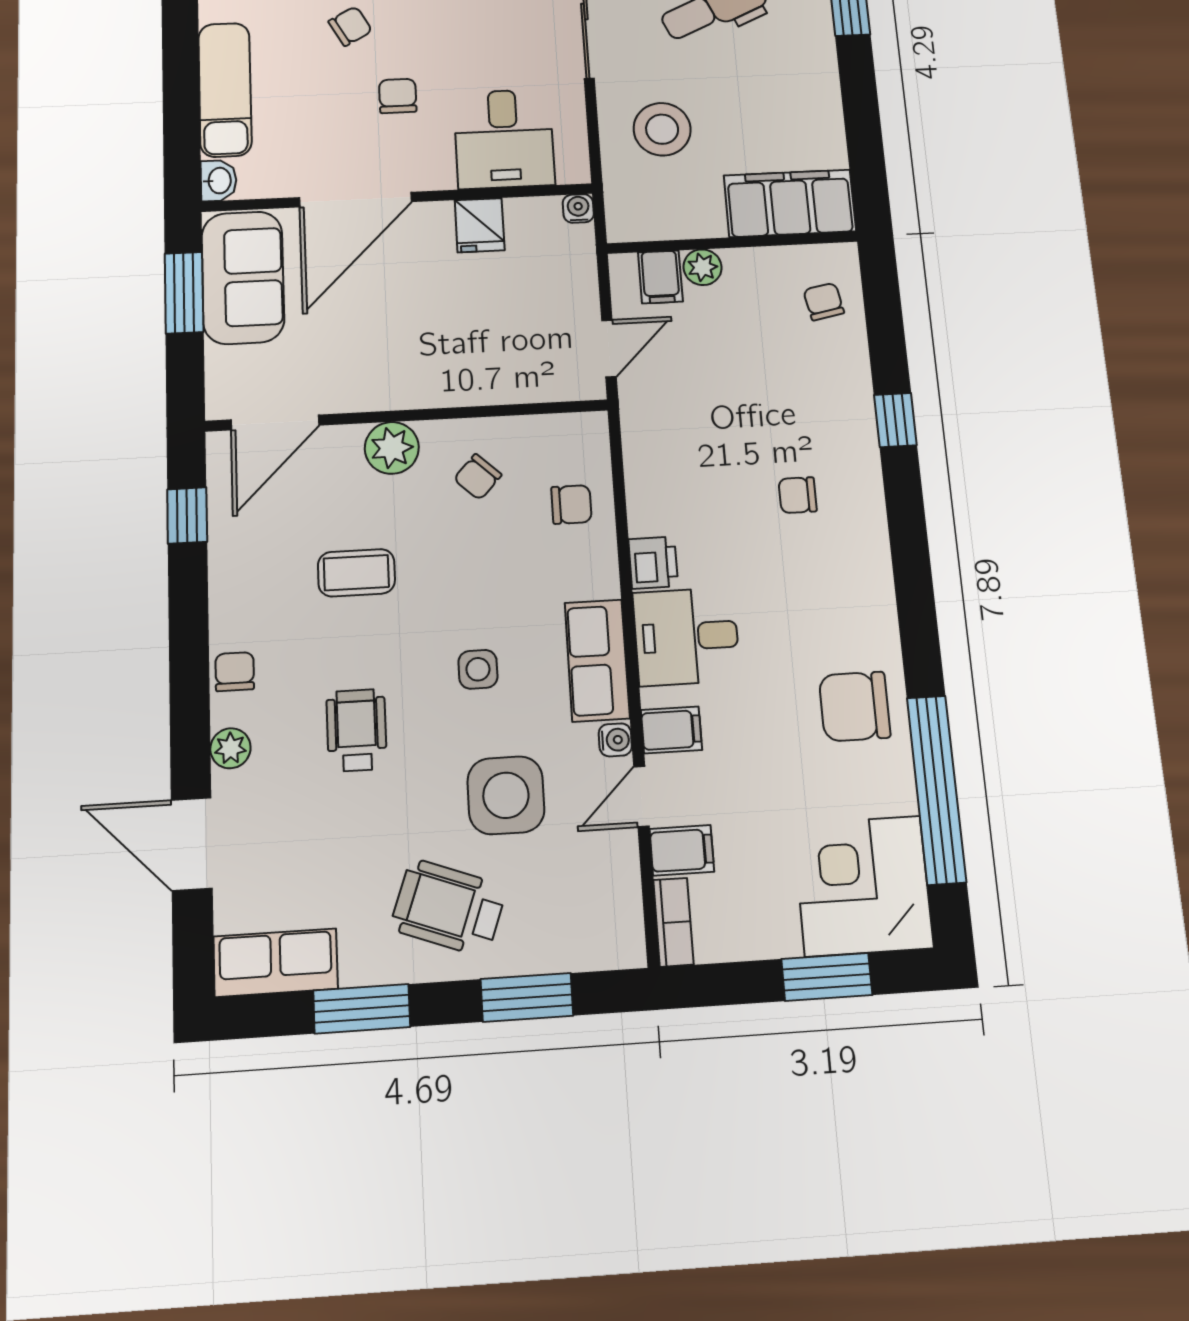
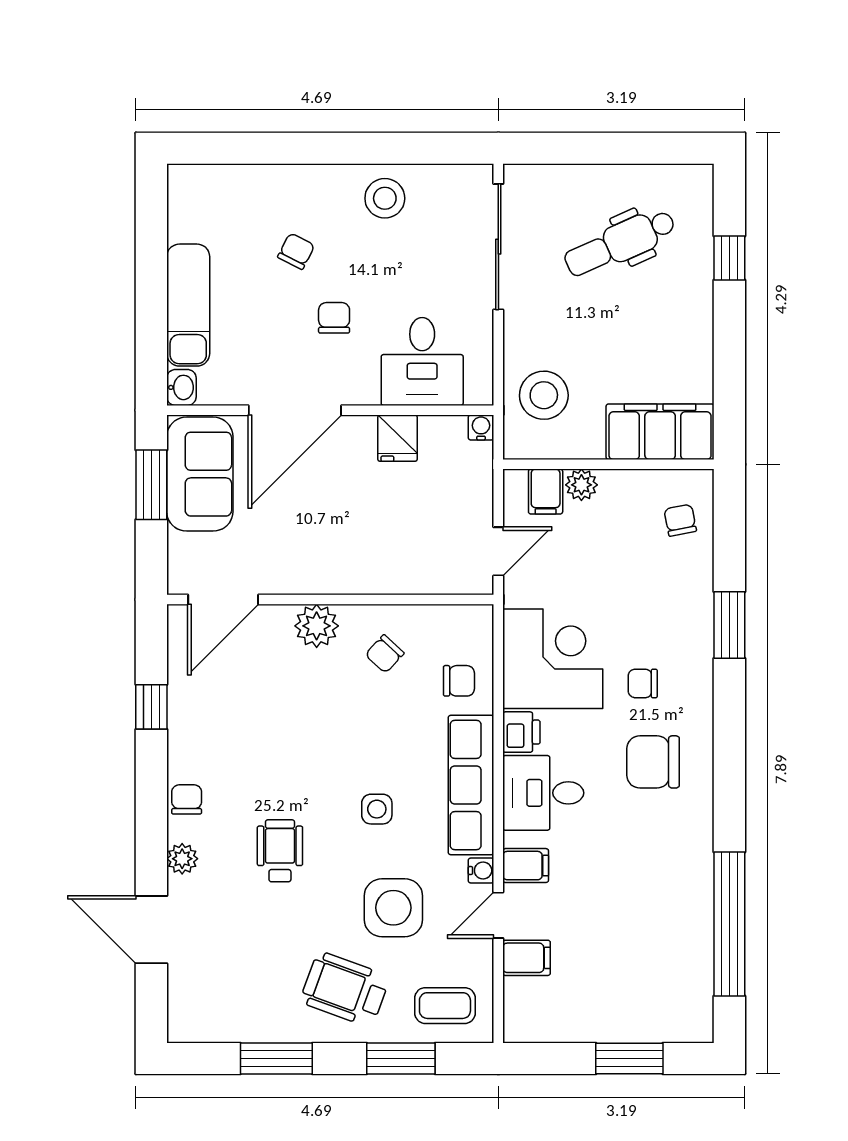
chair: (350, 26) -> (296, 251), turned -34
stool: (662, 129) -> (544, 395), moved
window: (895, 420) -> (729, 625), width x1.50
window: (187, 515) -> (151, 707), moved
coffee table: (356, 573) -> (445, 1006), moved
row of seats: (597, 660) -> (471, 785), width x1.48
chair: (855, 706) -> (653, 762), moved
corner desk: (863, 886) -> (553, 659), moved, turned 90
bookcase: (673, 922) -> (516, 1011), removed
row of seats: (276, 963) -> (213, 1021), removed

